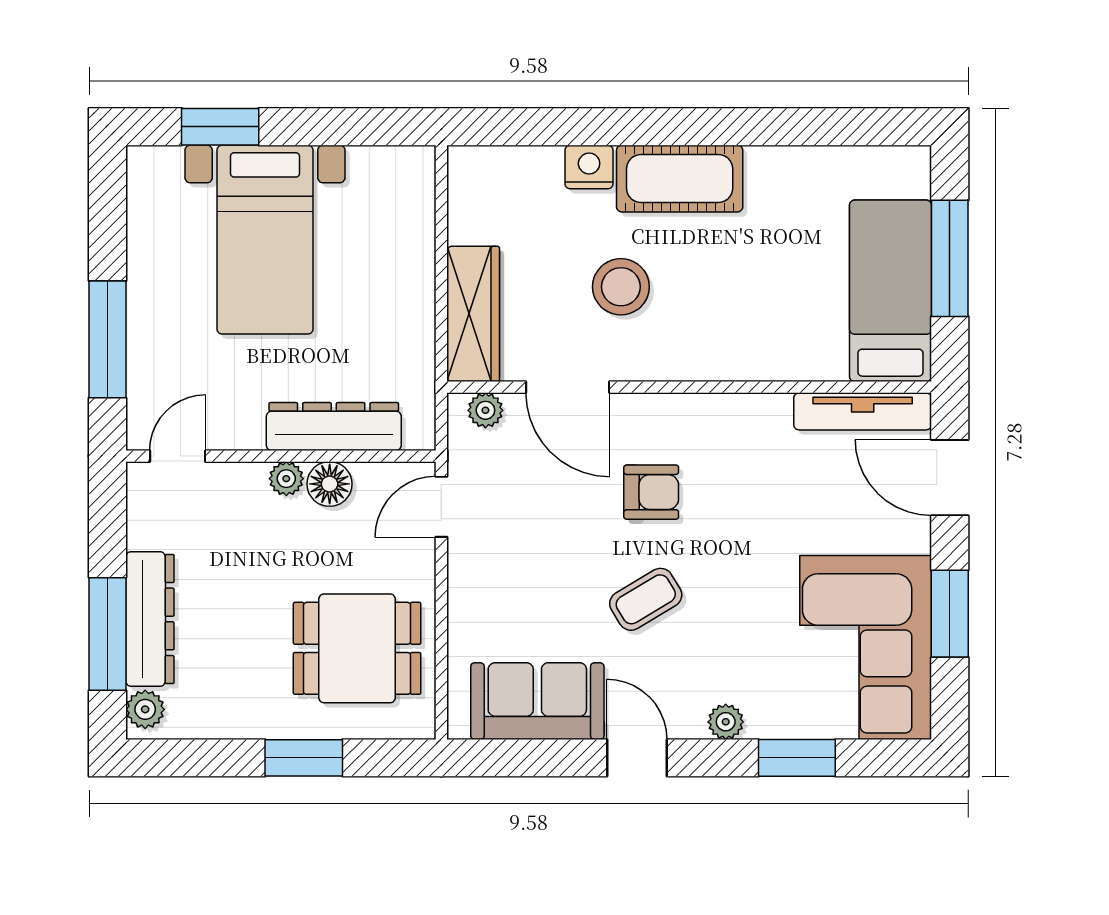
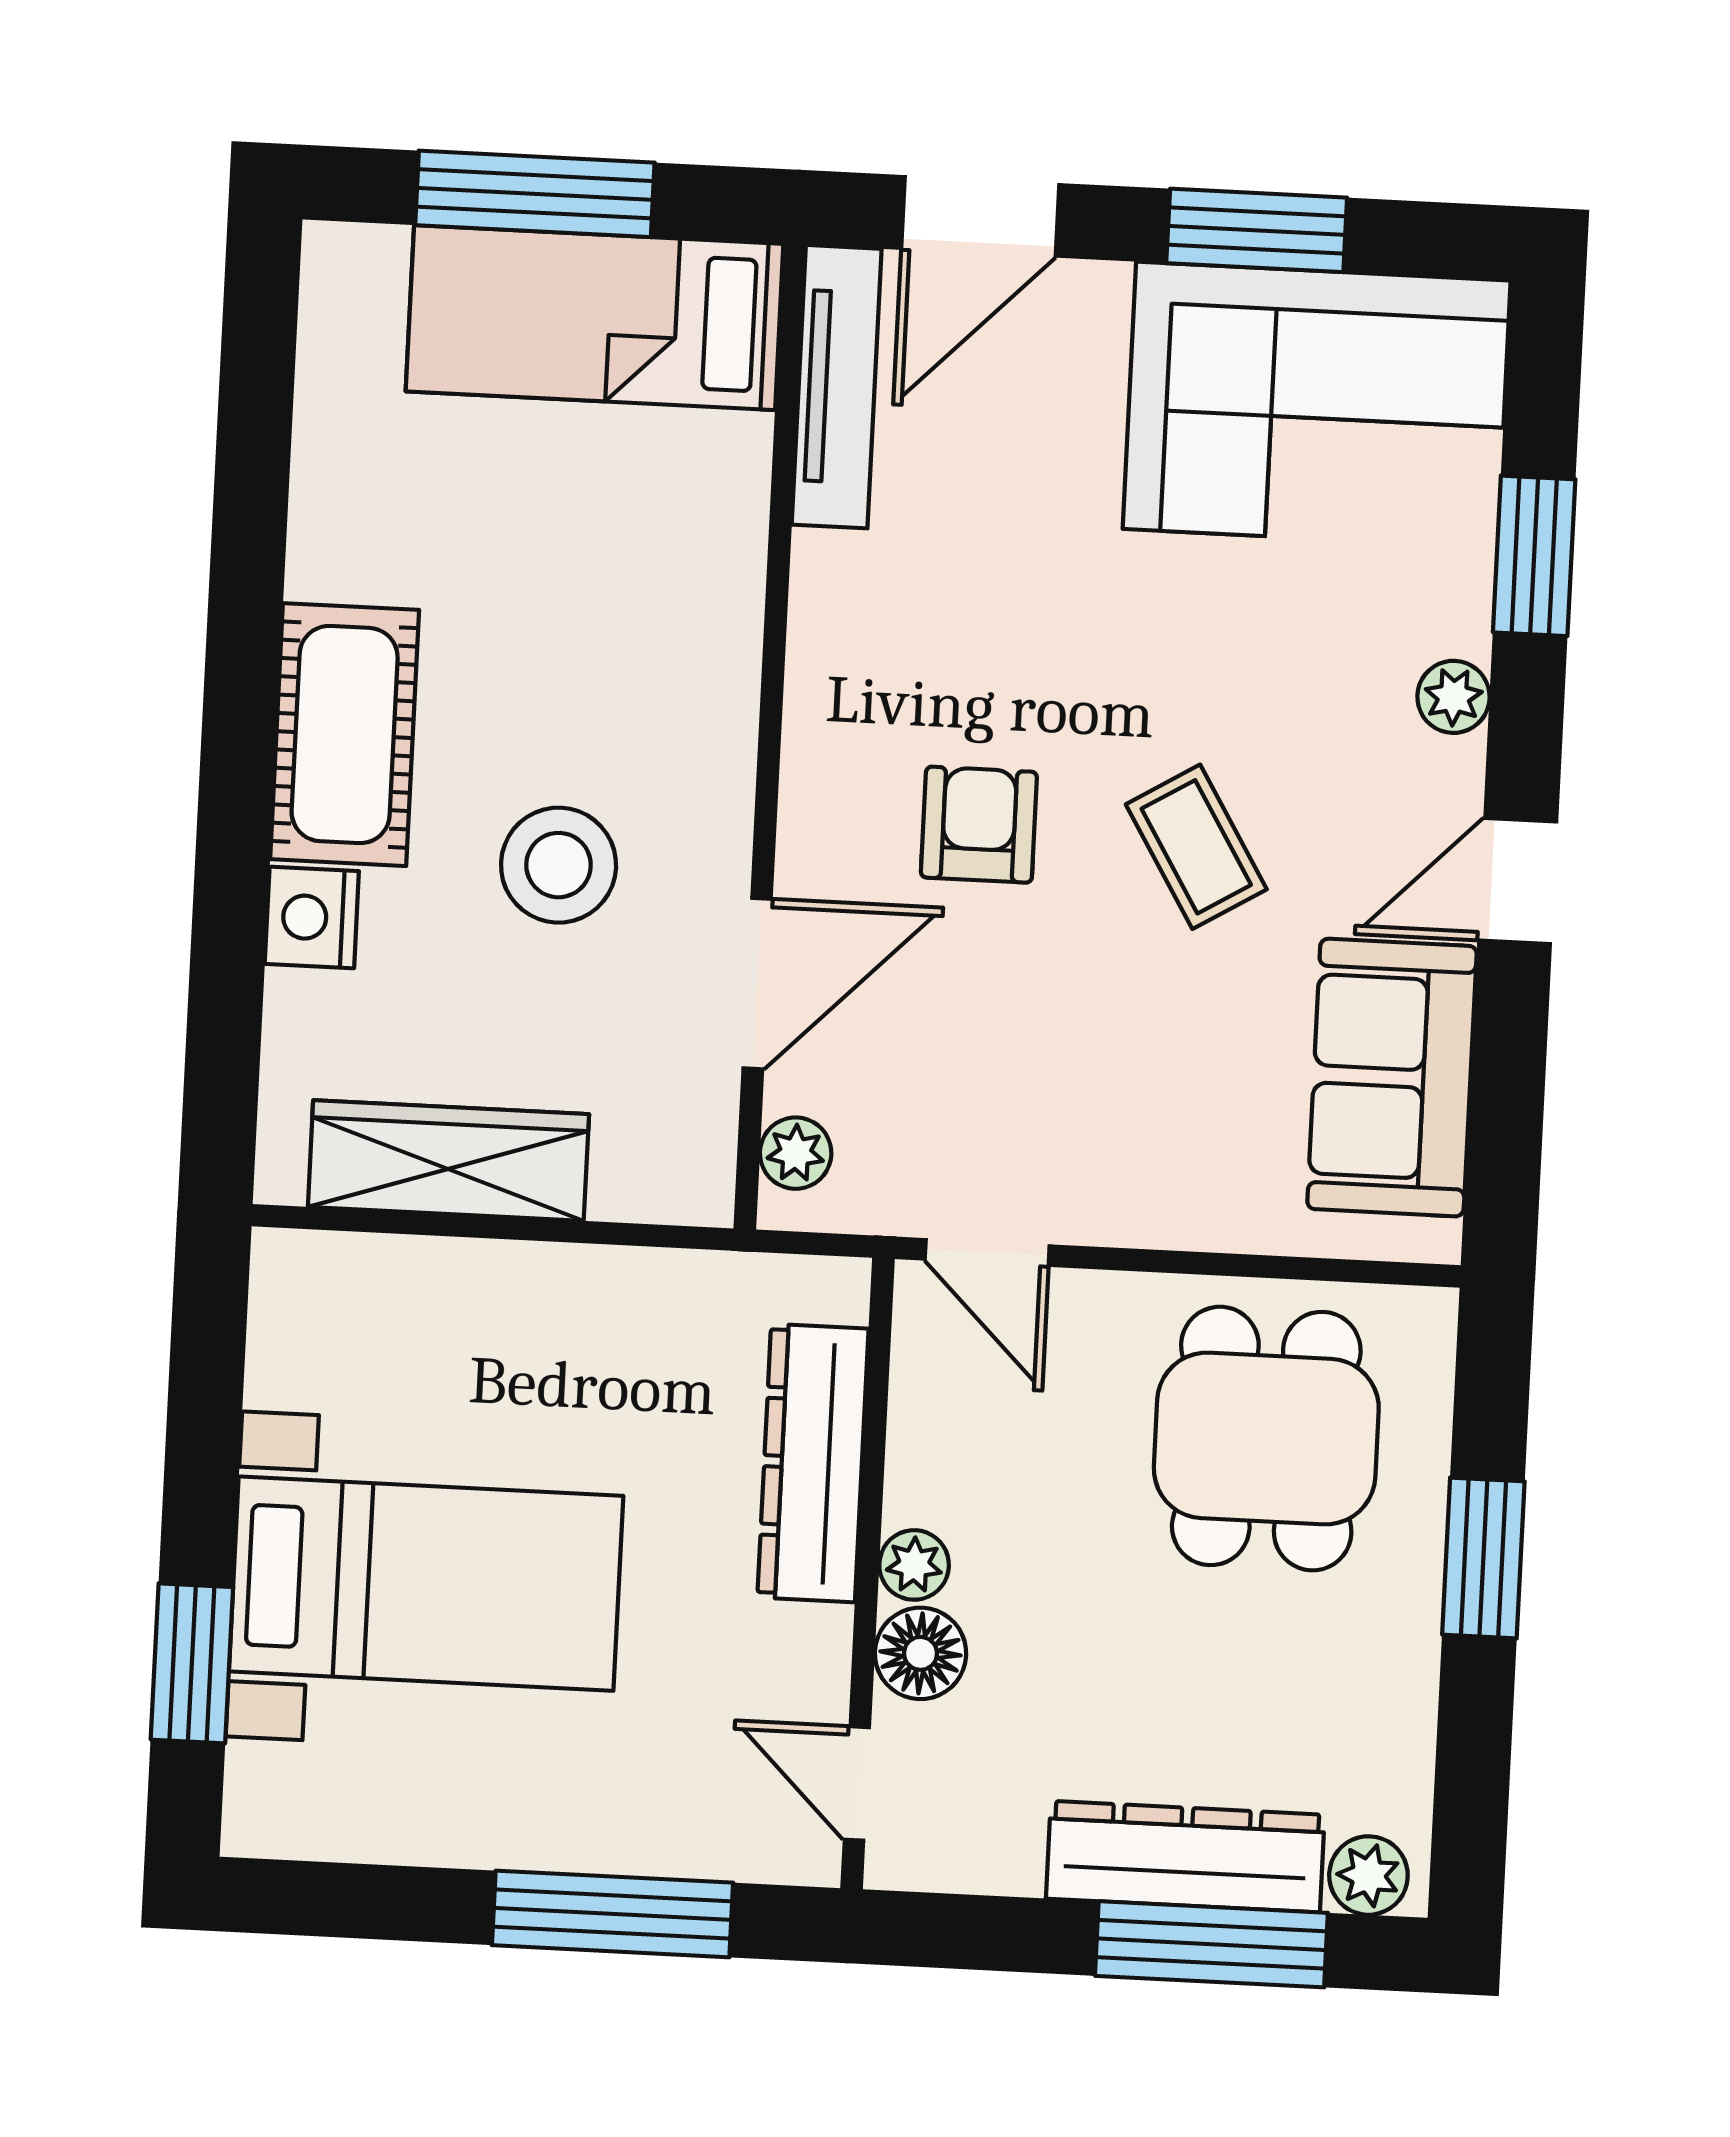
wardrobe: (473, 314) -> (448, 1160), moved
floor lamp: (330, 484) -> (921, 1653), moved

